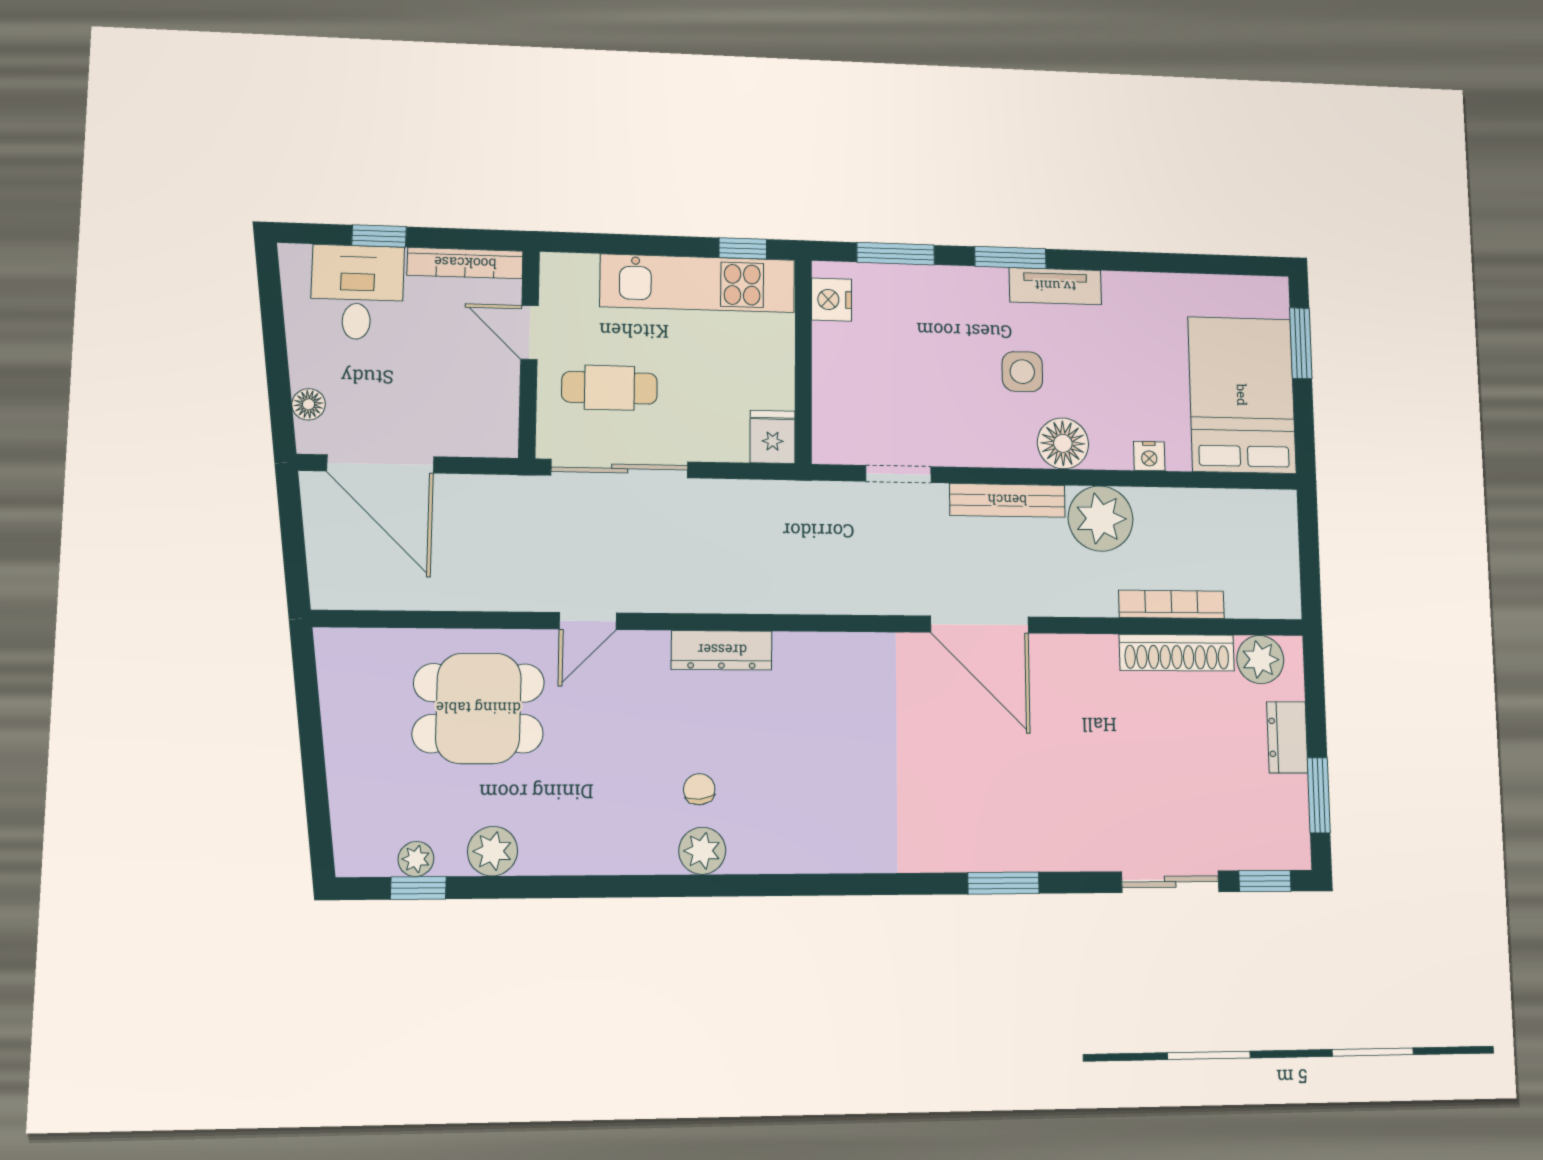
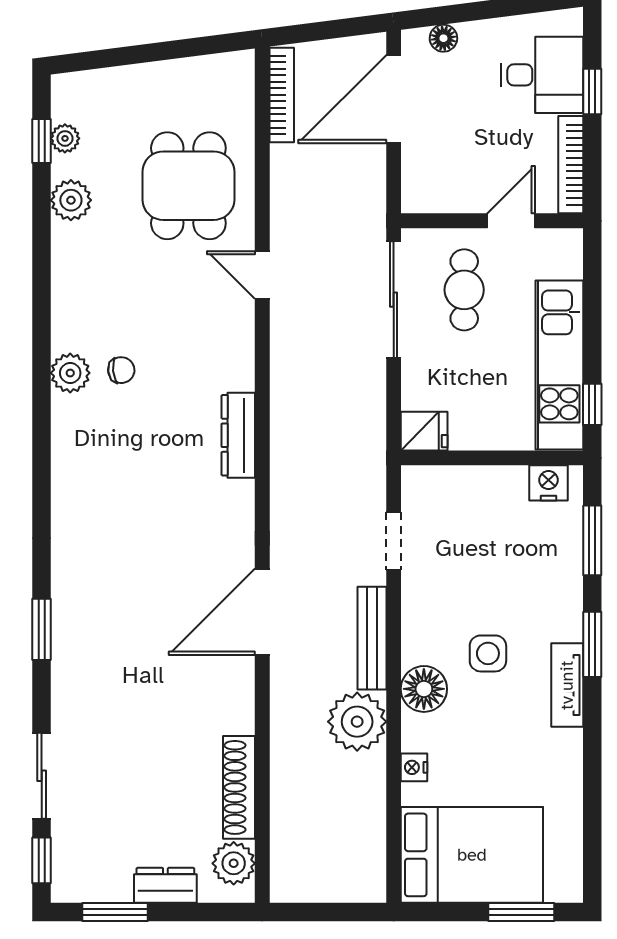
bookcase: (1172, 604) -> (282, 95), moved
dresser: (722, 650) -> (238, 435), moved

